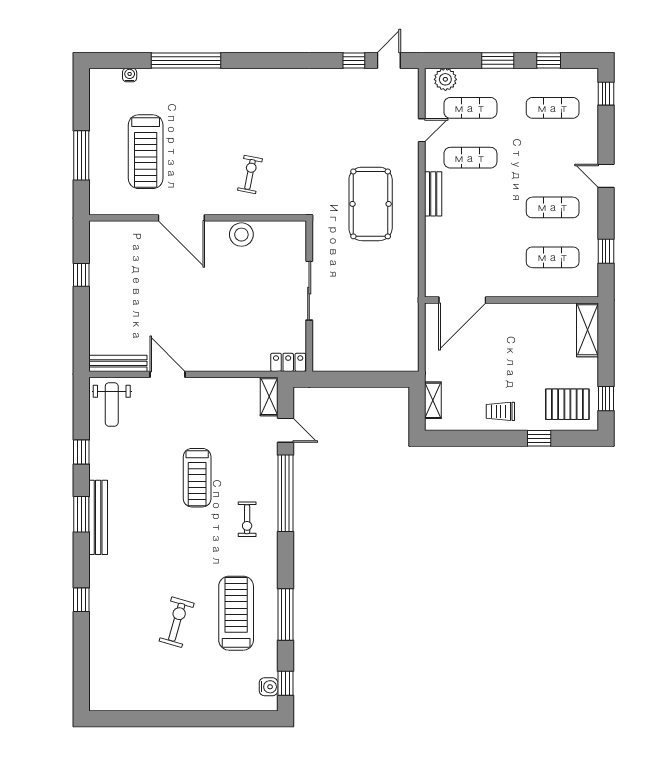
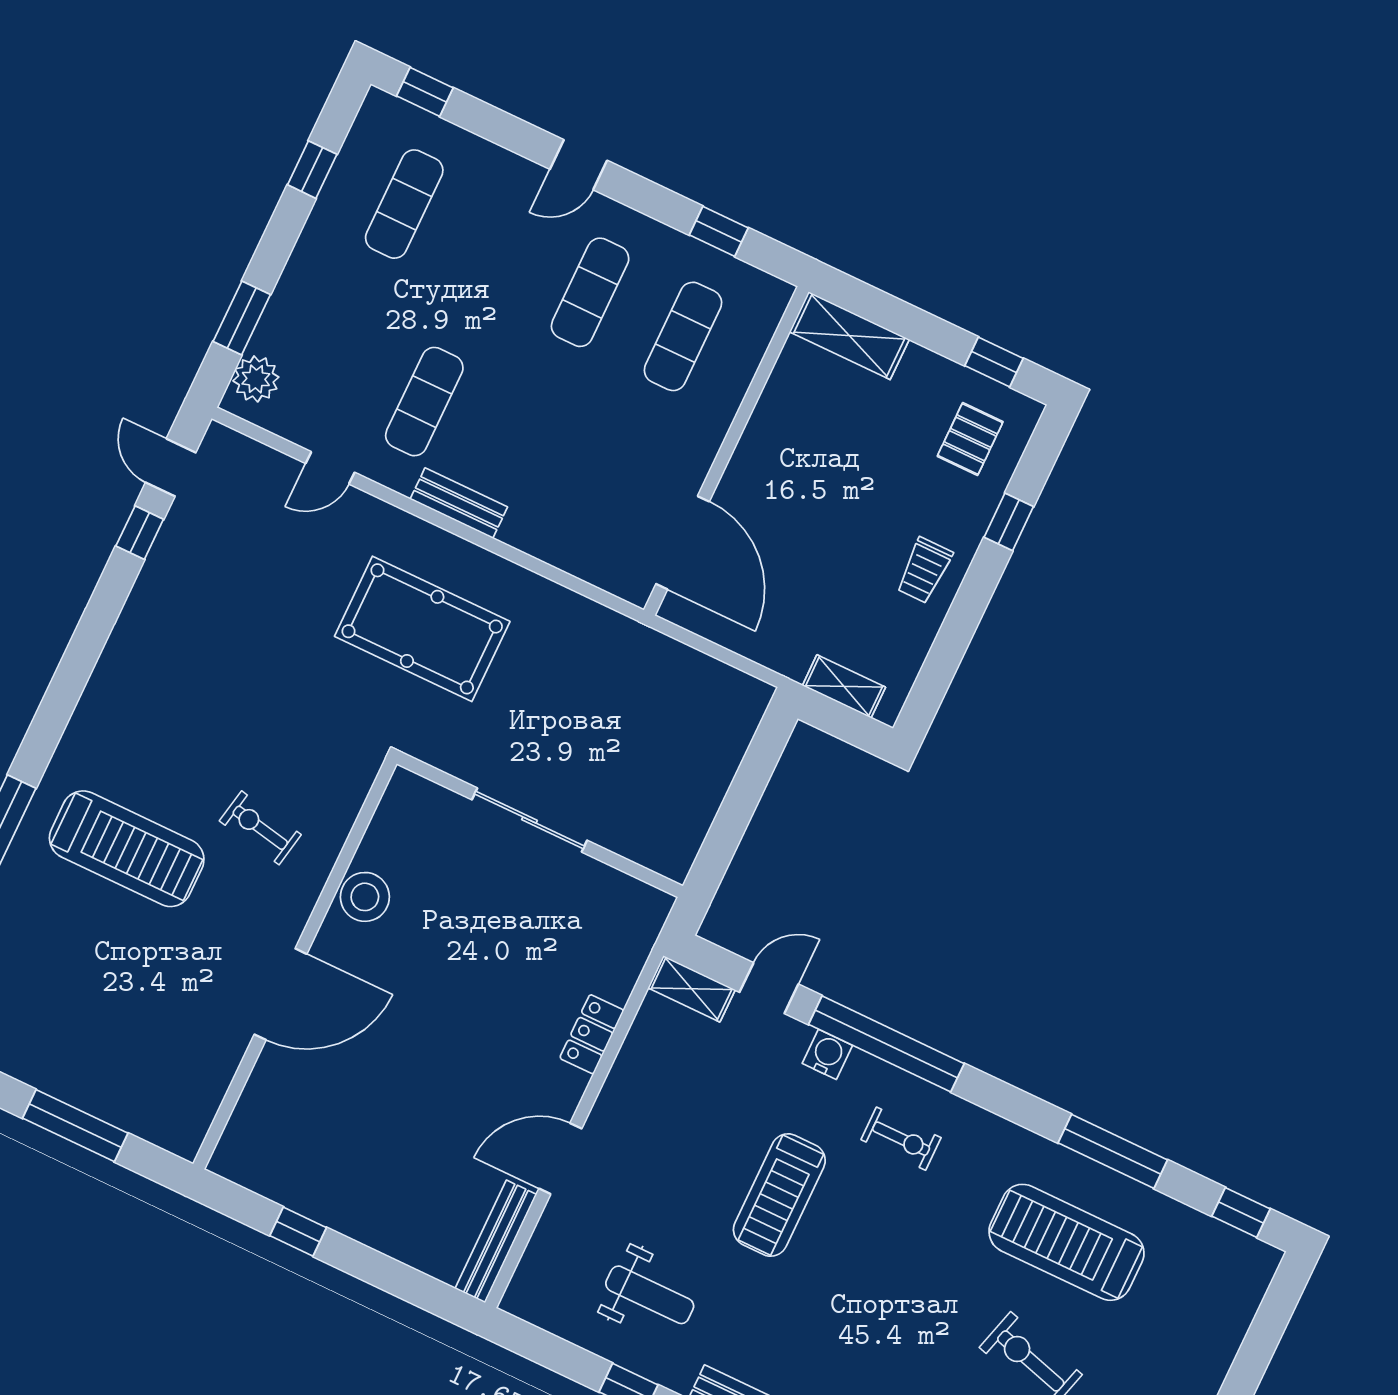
window: (498, 60) -> (242, 318), moved
exercise mat: (470, 108) -> (331, 357), removed
door: (422, 130) -> (330, 468), swing flipped
treadmill: (146, 152) -> (127, 849), moved
locker: (288, 362) -> (592, 1034), moved
weight bench: (112, 404) -> (650, 1295), moved
pallet: (567, 404) -> (970, 439), width x0.67, depth x0.71
treadmill: (197, 478) -> (779, 1195), turned 90
water cooler: (269, 687) -> (827, 1054), moved

